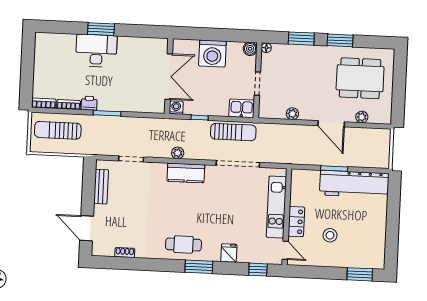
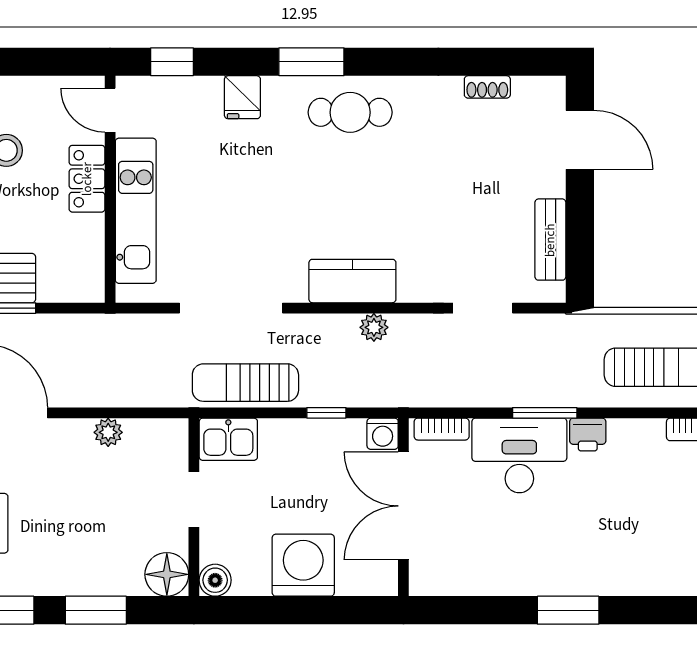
floor lamp: (266, 48) -> (167, 574), width x1.89, depth x1.89
desk: (96, 51) -> (519, 455), moved, turned 180
bookcase: (69, 105) -> (442, 429), moved

